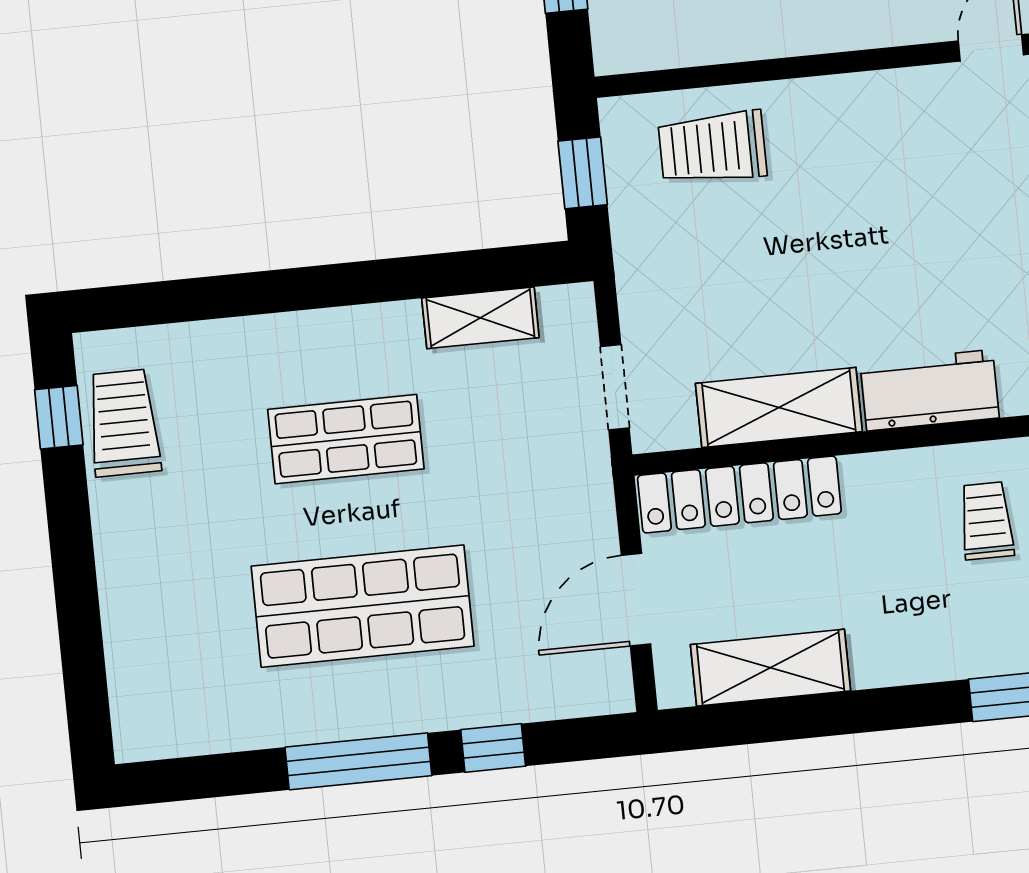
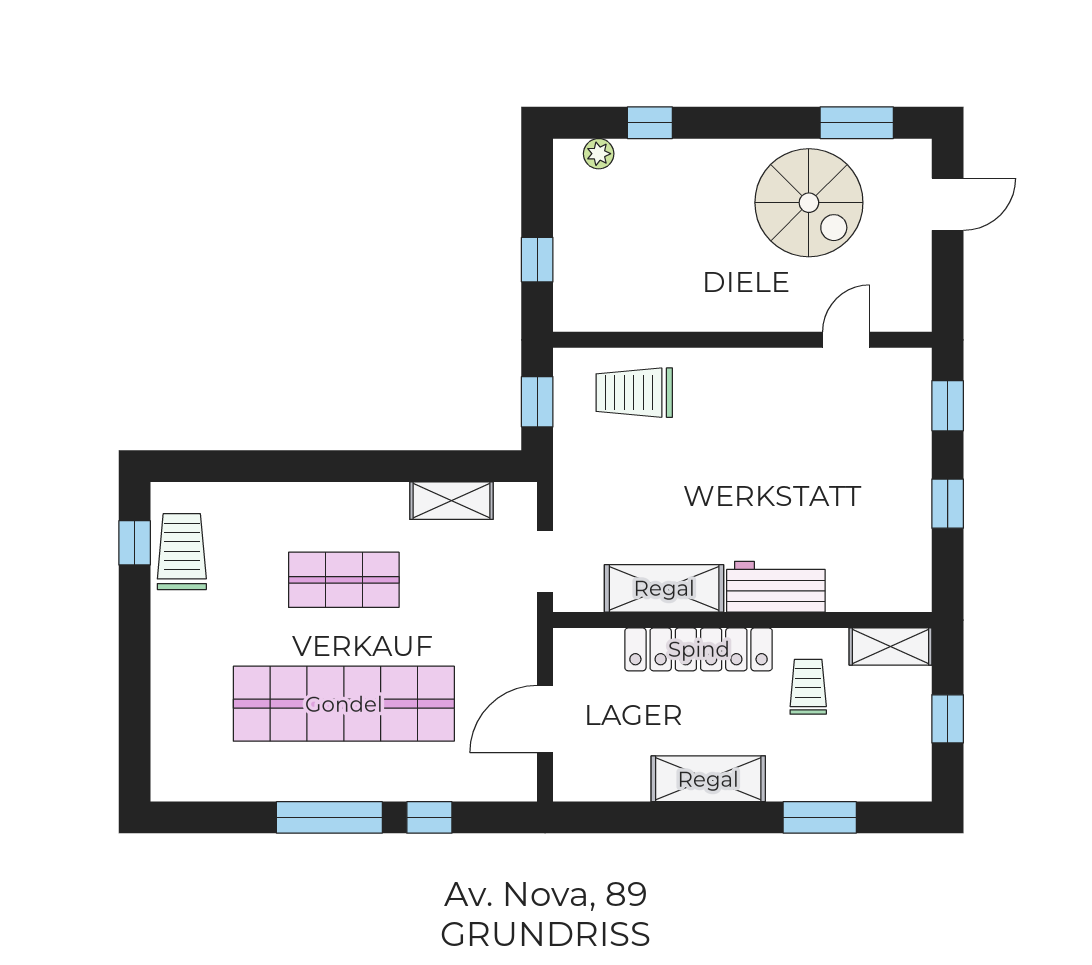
locker: (739, 495) -> (699, 649), moved
shop shelf: (363, 606) -> (344, 704), width x1.40
shelving: (770, 668) -> (708, 779), moved

